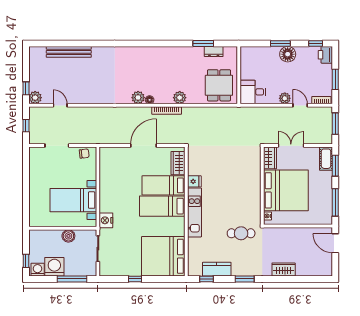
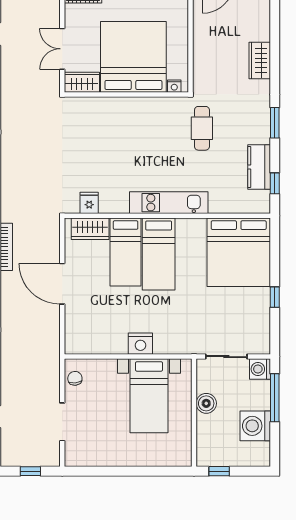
fridge: (194, 181) -> (89, 203), moved
nightstand: (106, 220) -> (140, 344), moved
window: (26, 261) -> (219, 471), moved
washing machine: (38, 270) -> (260, 369), moved

